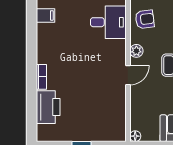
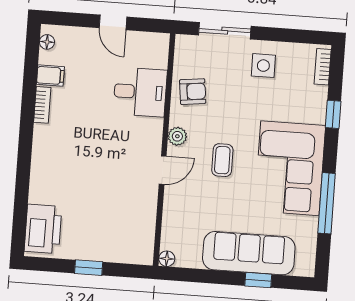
bookcase: (41, 77) -> (42, 105), moved
printer: (48, 107) -> (43, 229), moved

